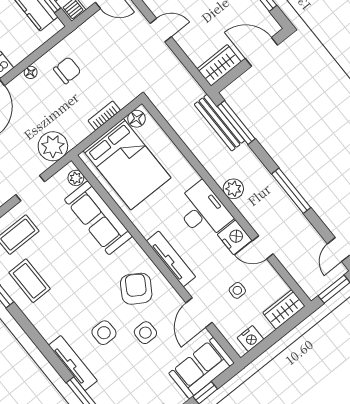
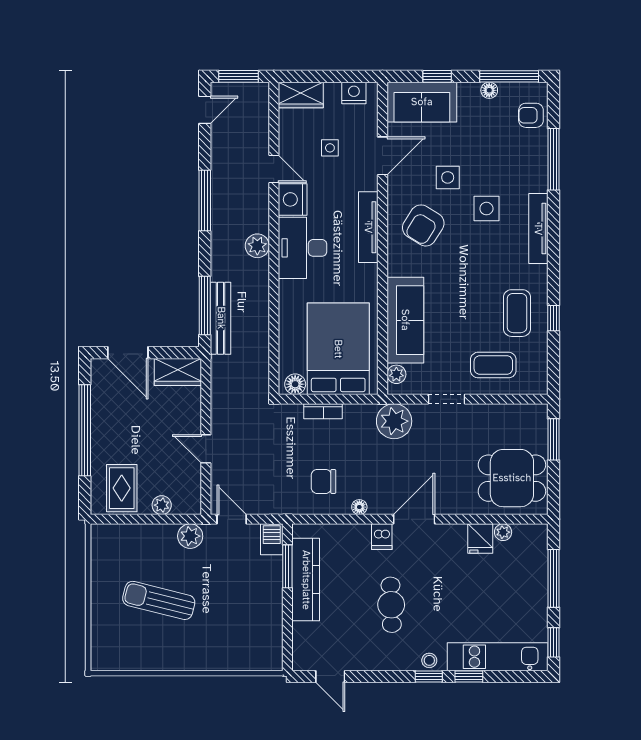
tv unit: (73, 363) -> (538, 229), moved

